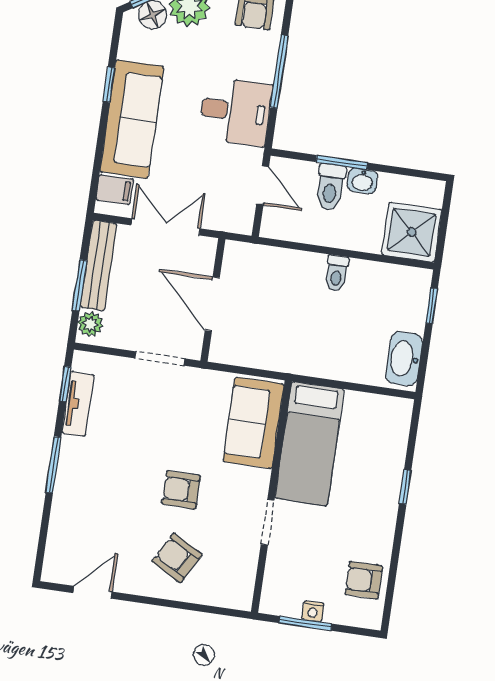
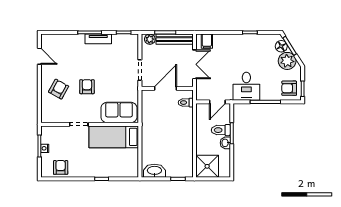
sofa: (132, 119) -> (237, 44), removed
toilet: (337, 273) -> (186, 103), moved
tv unit: (78, 404) -> (98, 39), moved

